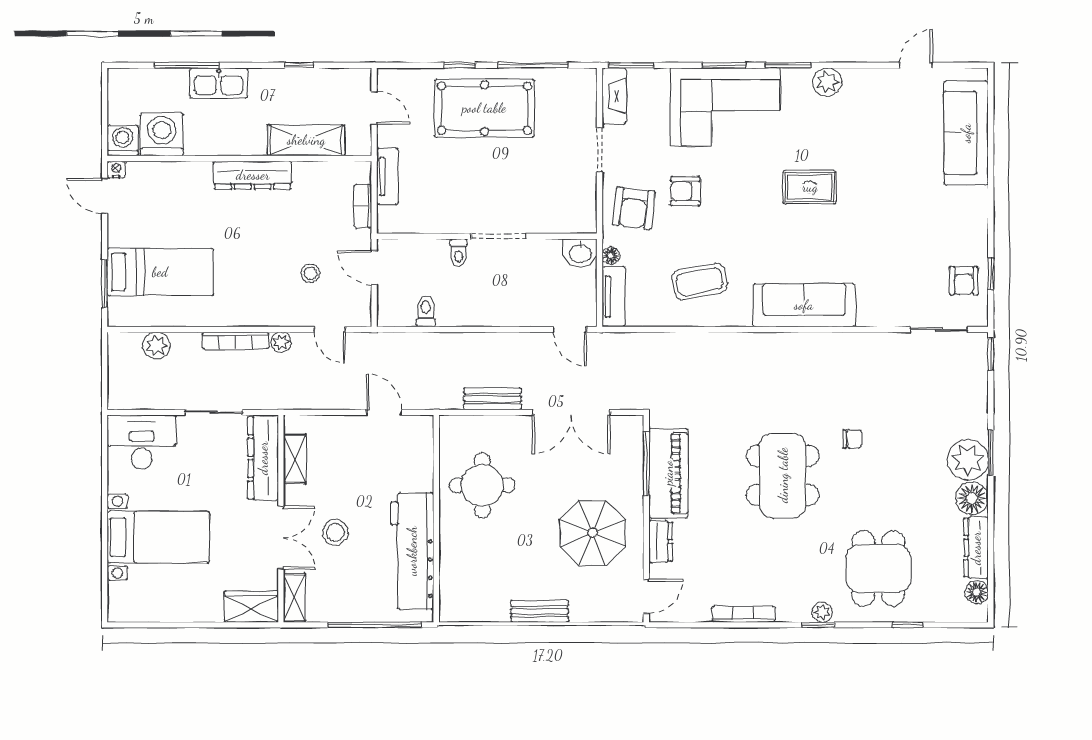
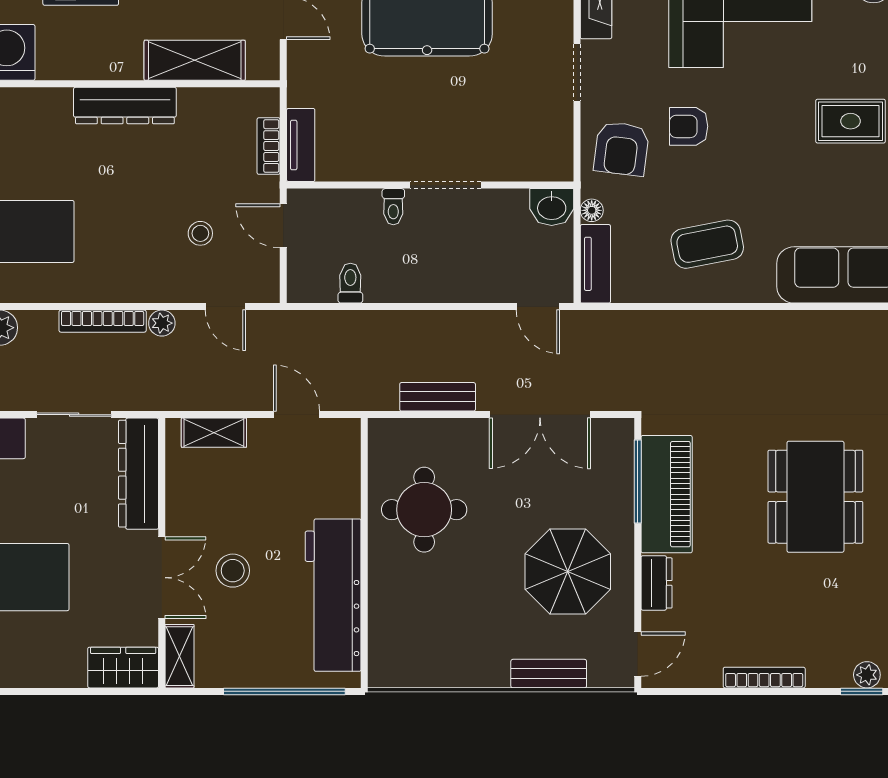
tv unit: (387, 176) -> (301, 145), moved
shelving: (295, 459) -> (214, 433), moved, turned 90
bench: (540, 611) -> (549, 674), moved

